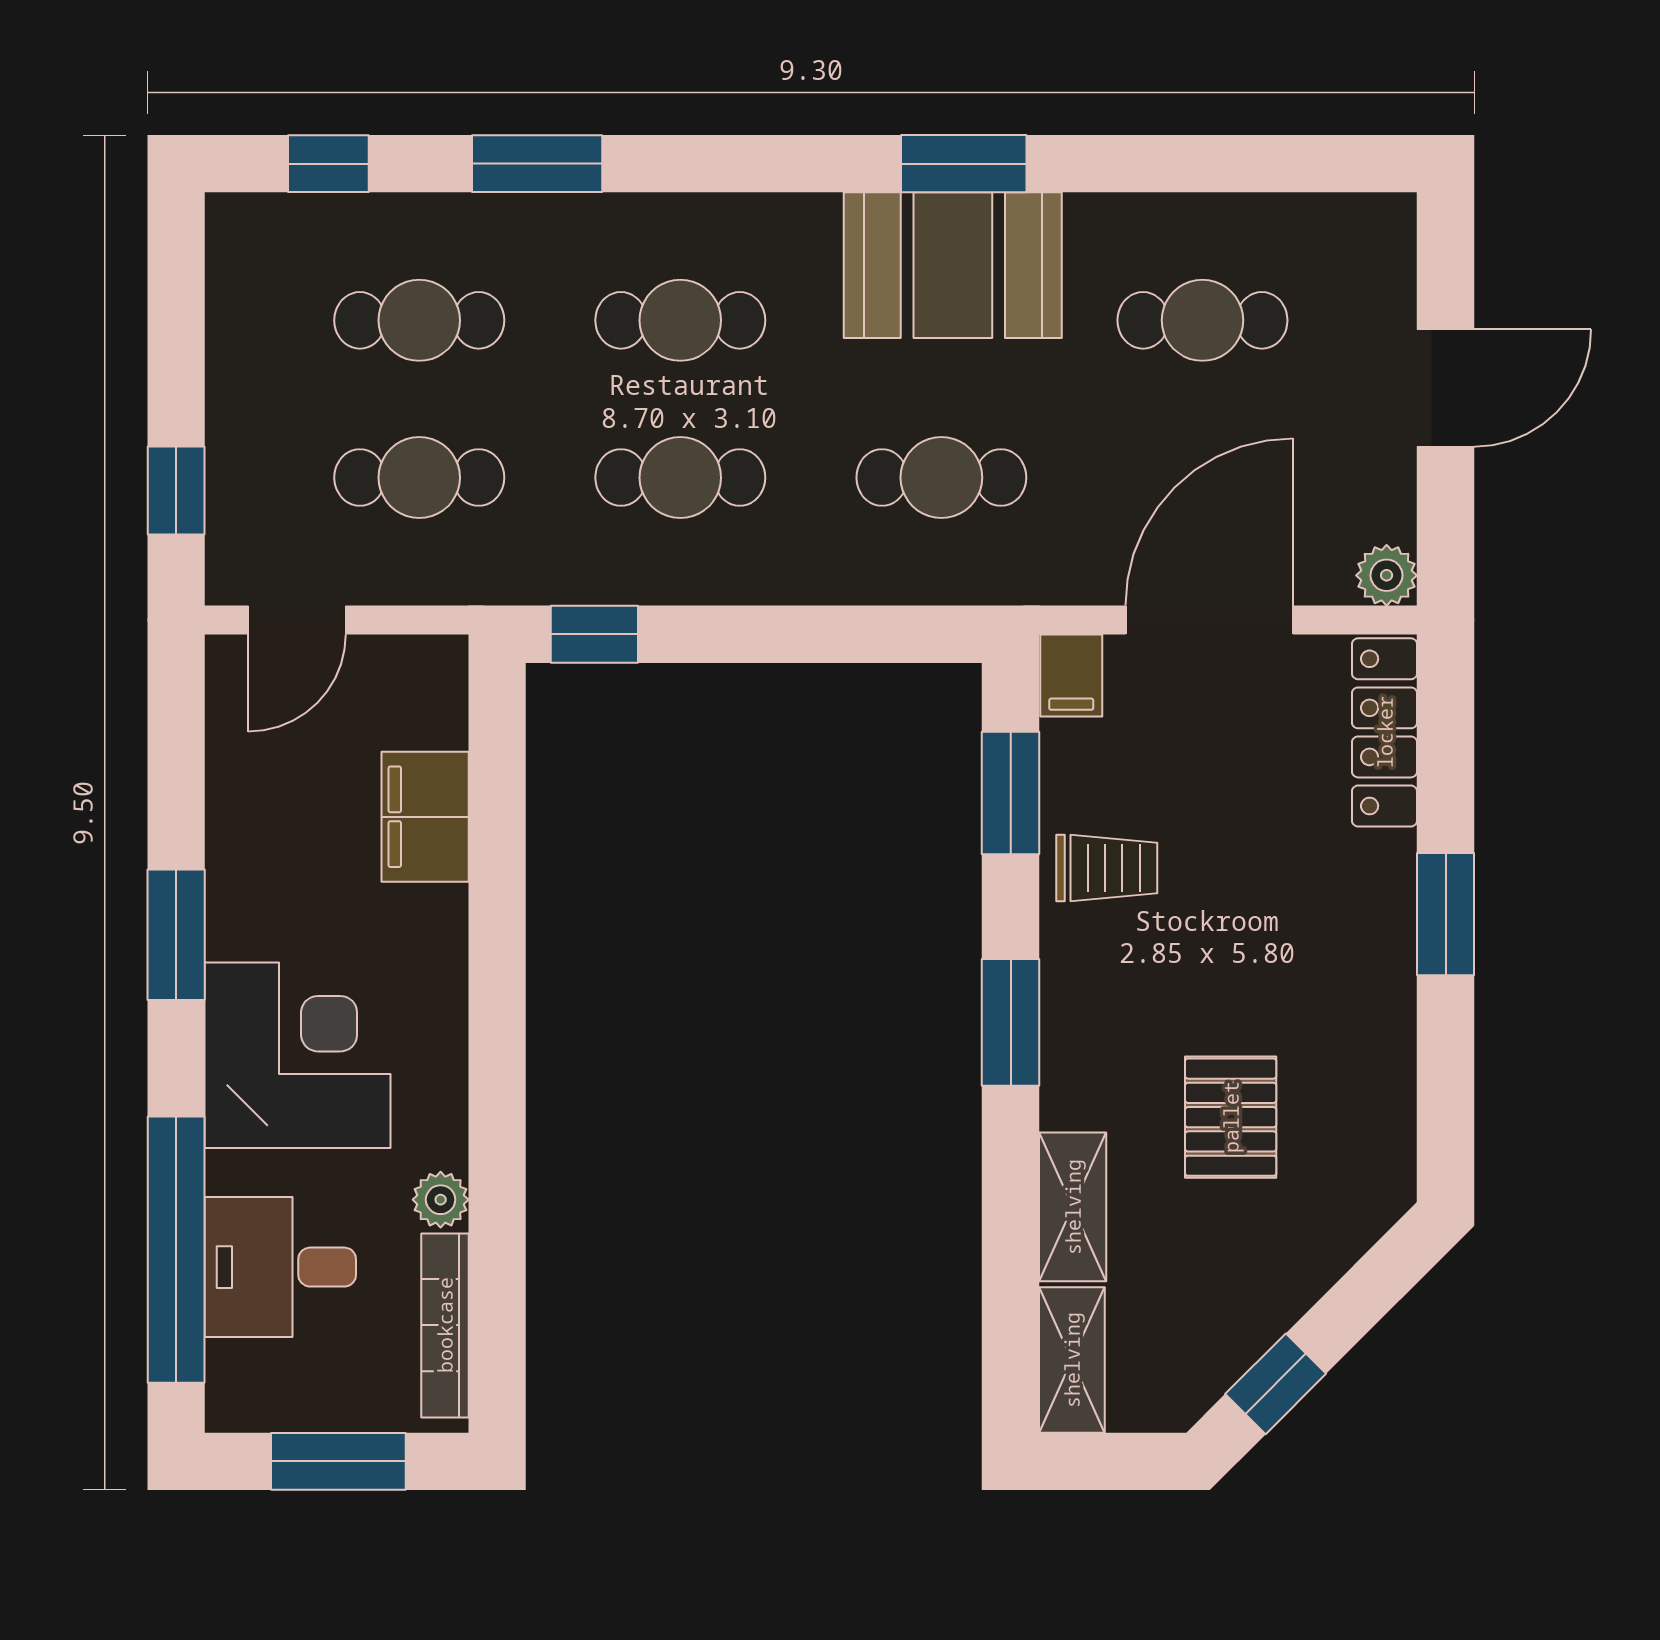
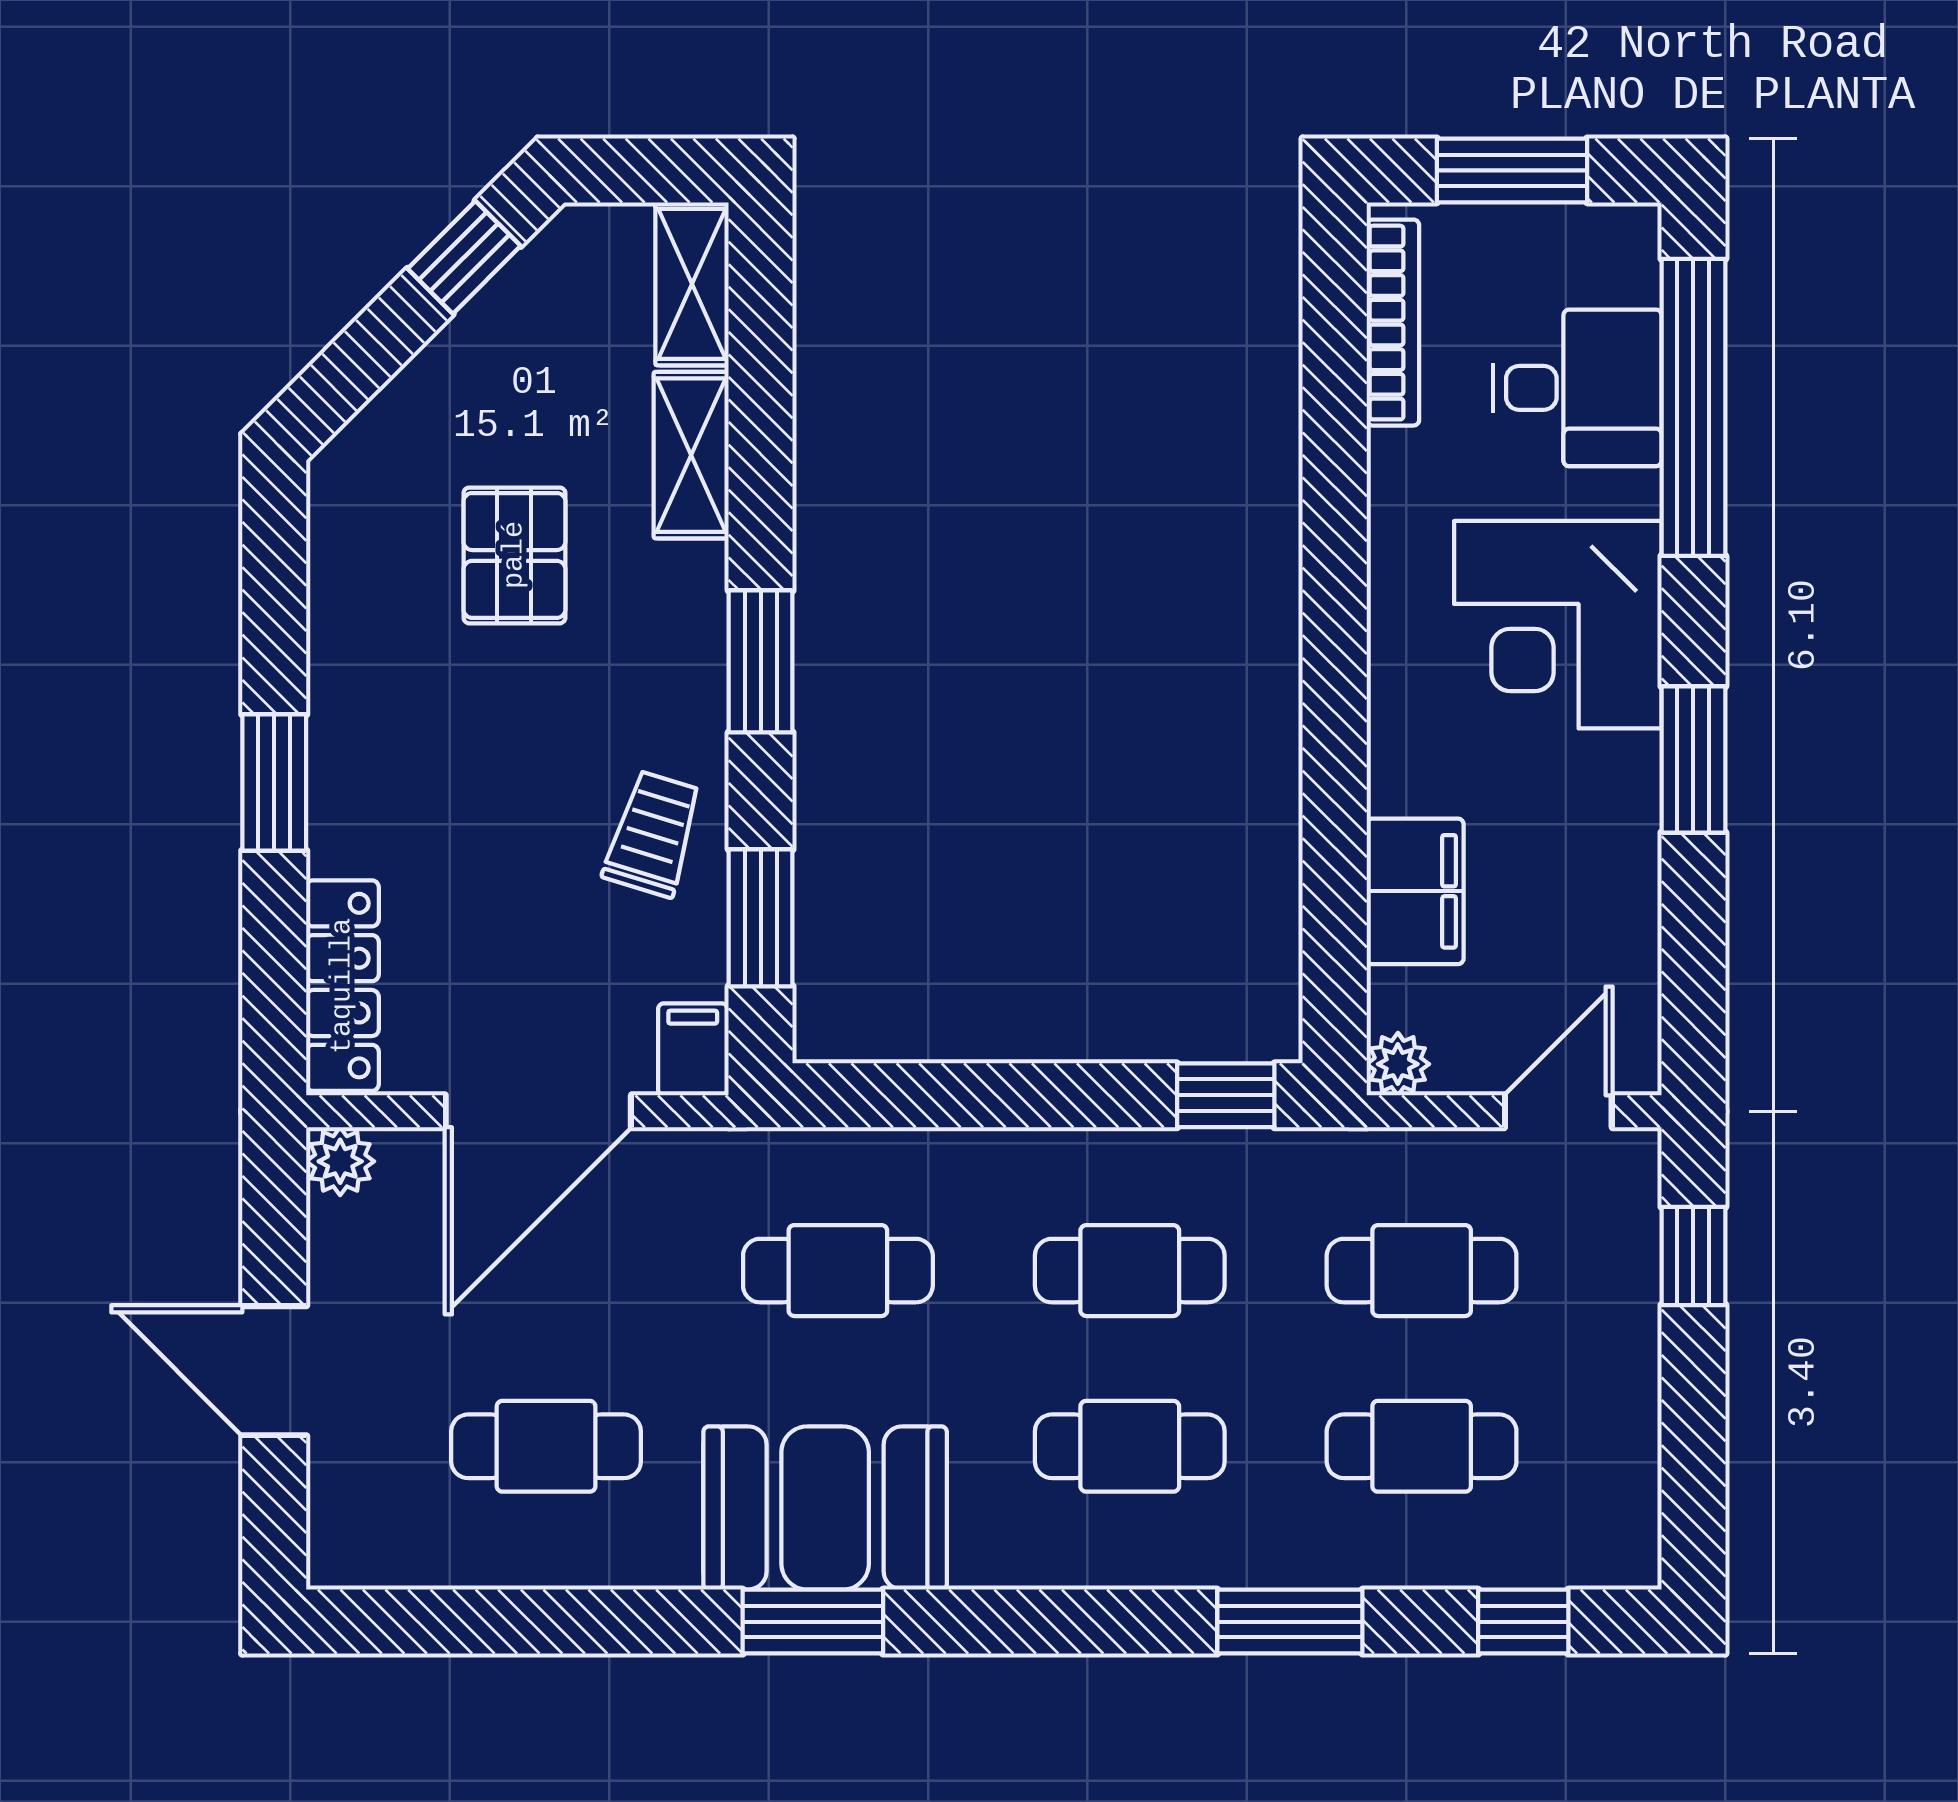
door: (1446, 388) -> (274, 1371), hinge flipped
trolley: (1107, 868) -> (653, 834), turned 107
plant: (441, 1200) -> (1398, 1064), moved

